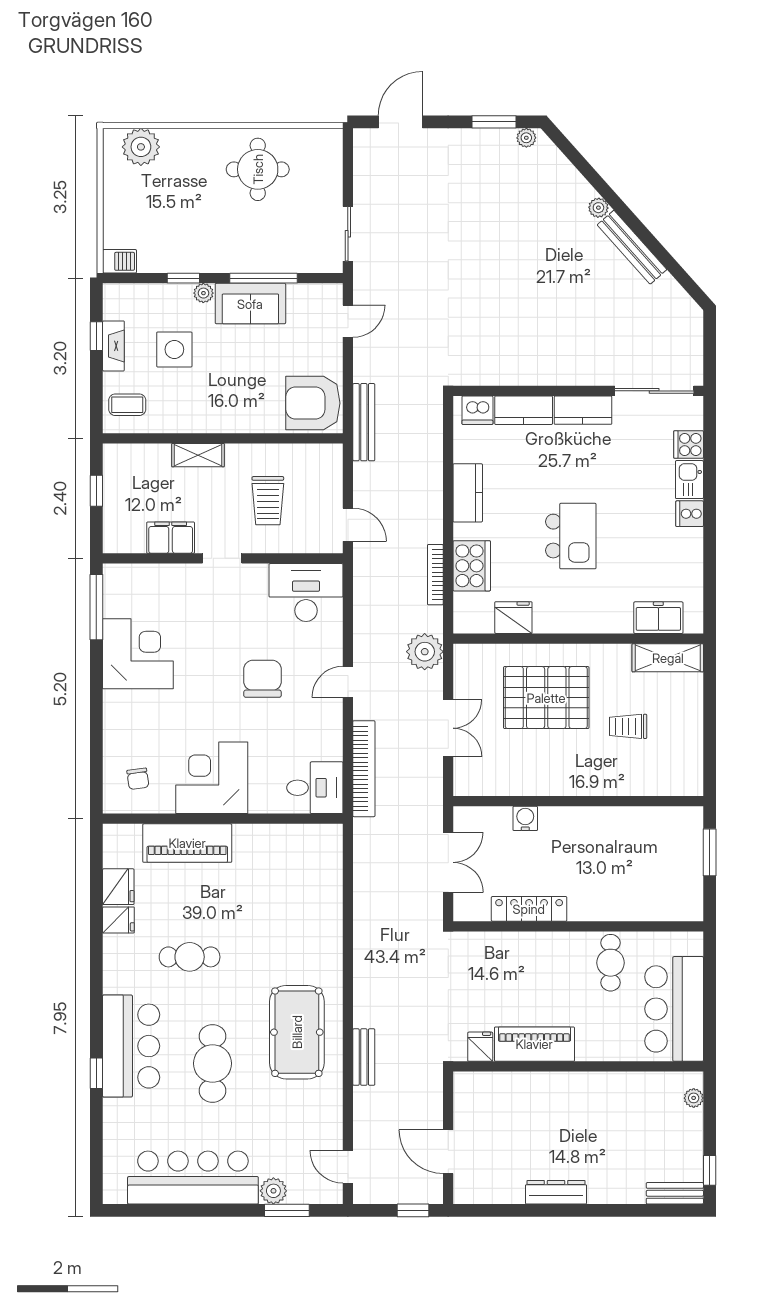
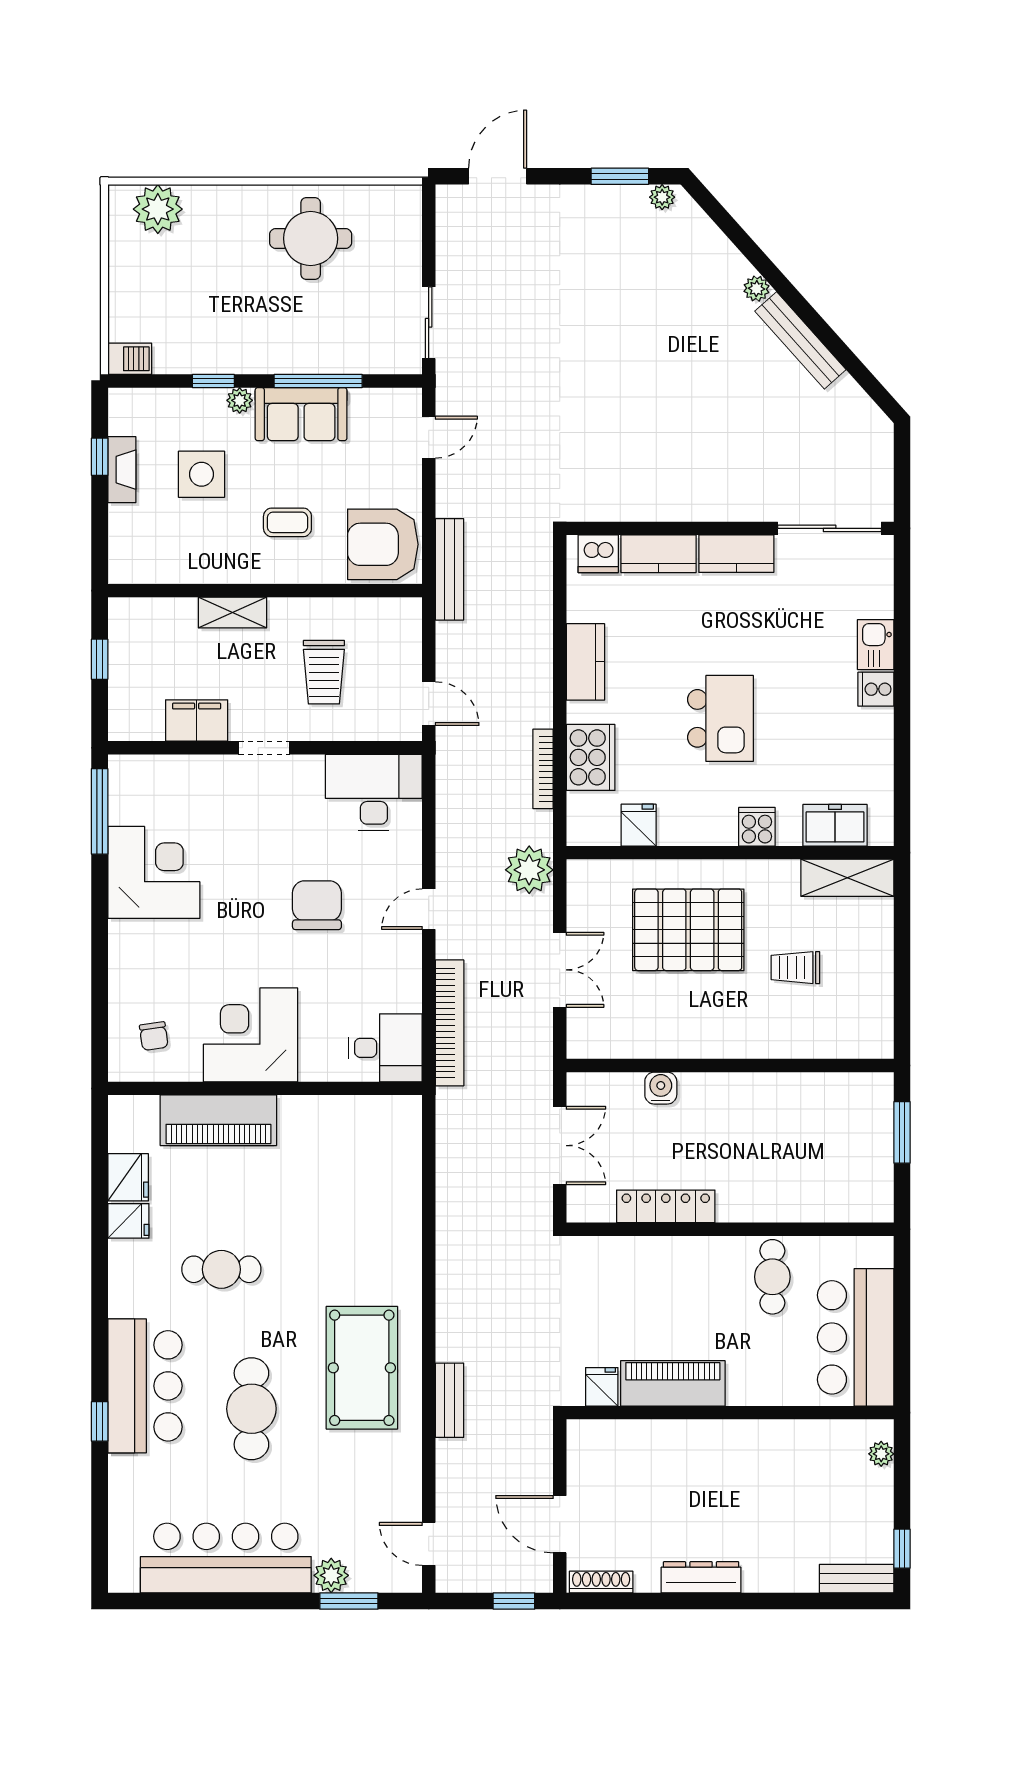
coffee table: (127, 405) -> (287, 522), moved
cooker: (689, 444) -> (757, 827), moved, turned 90
fridge: (513, 618) -> (639, 825), width x0.72
shoe rack: (480, 1196) -> (601, 1582), added

